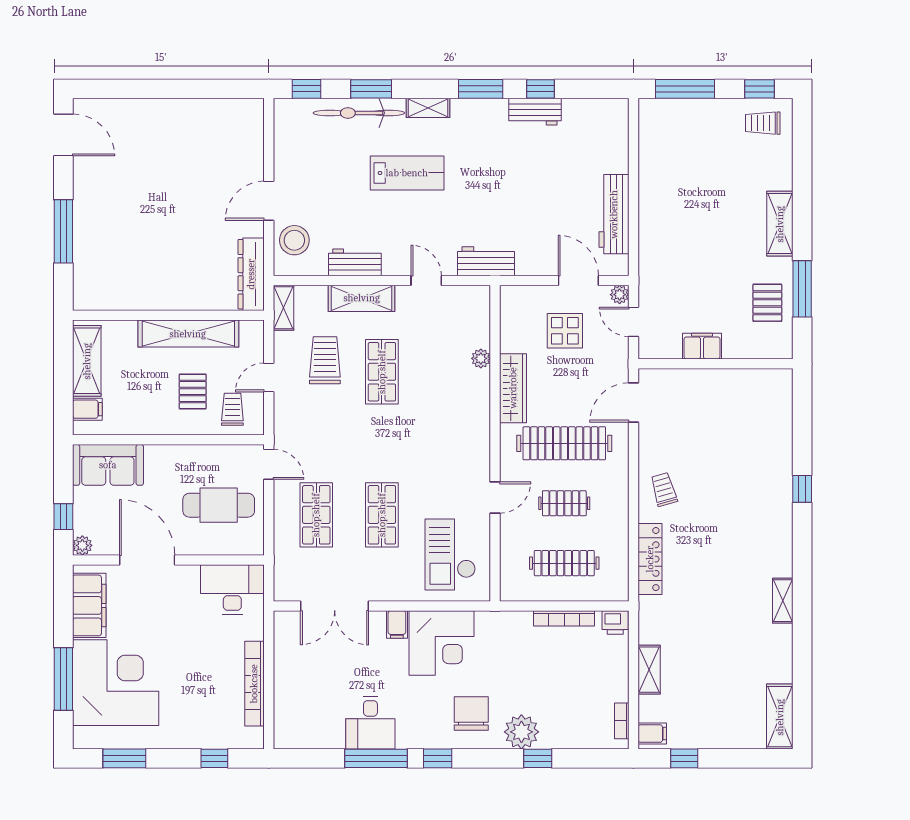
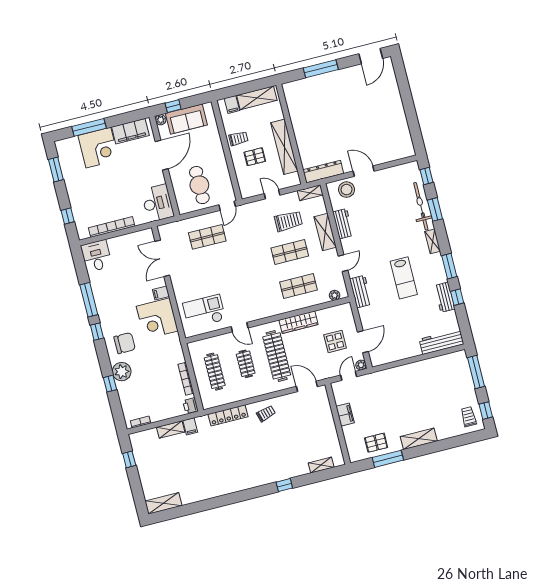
lab bench: (407, 173) -> (404, 278), moved
workbench: (614, 214) -> (441, 342), moved
plant: (481, 358) -> (335, 295), moved
trolley: (232, 409) -> (238, 139), moved
sofa: (108, 465) -> (186, 119), moved, turned -90
shop shelf: (382, 515) -> (298, 286), moved
shelving: (783, 601) -> (321, 465), moved
corner desk: (116, 683) -> (98, 148), width x0.74, depth x0.74
desk: (370, 723) -> (96, 256), moved, turned 90
filing cabinet: (652, 734) -> (190, 426), moved

